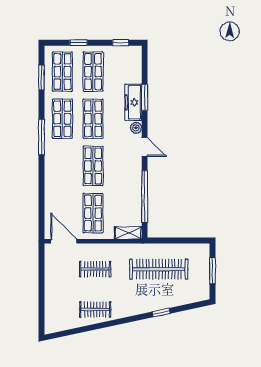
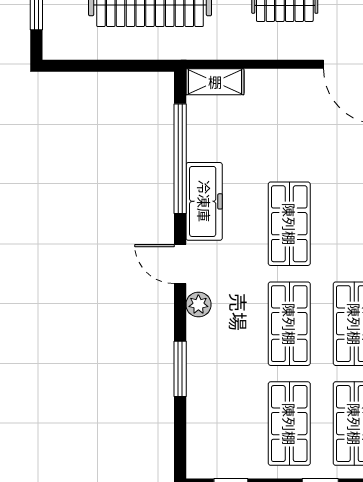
freezer: (133, 102) -> (204, 201), moved
shop shelf: (93, 213) -> (289, 124), removed

